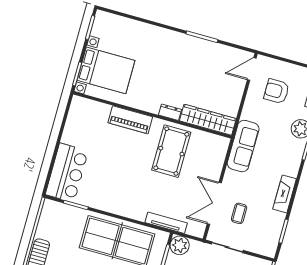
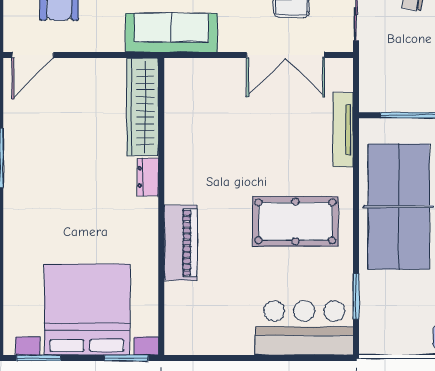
door: (252, 69) -> (33, 55), hinge flipped
bed with nightstands: (106, 70) -> (87, 309), width x1.36
pool table: (171, 151) -> (295, 221), moved
plant: (180, 245) -> (376, 95), removed

